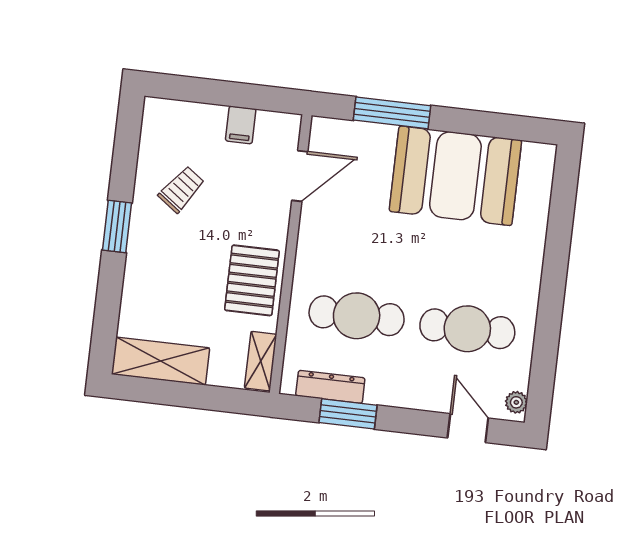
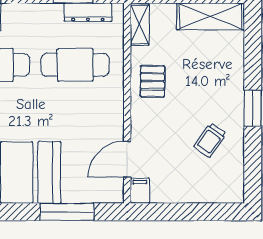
filing cabinet: (241, 125) -> (140, 191), moved
pallet: (252, 280) -> (152, 81), width x0.67, depth x0.71

